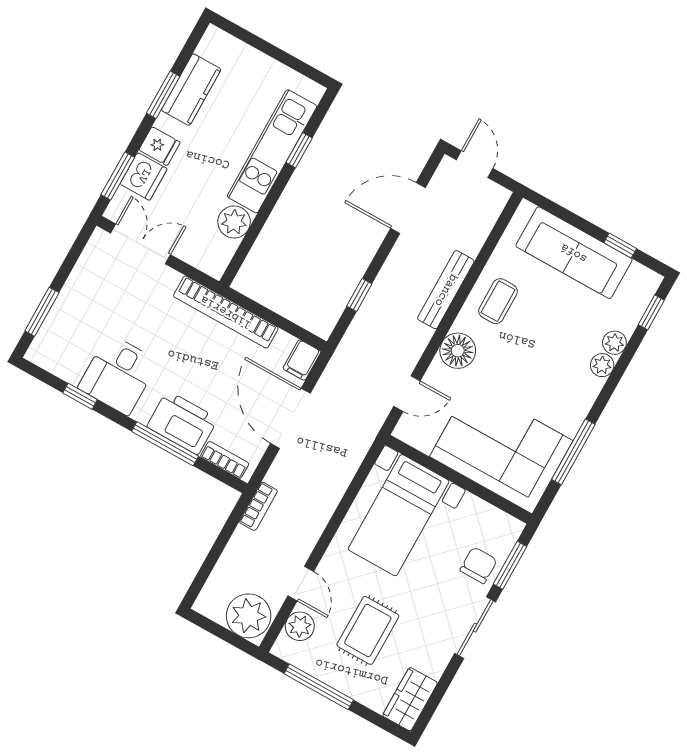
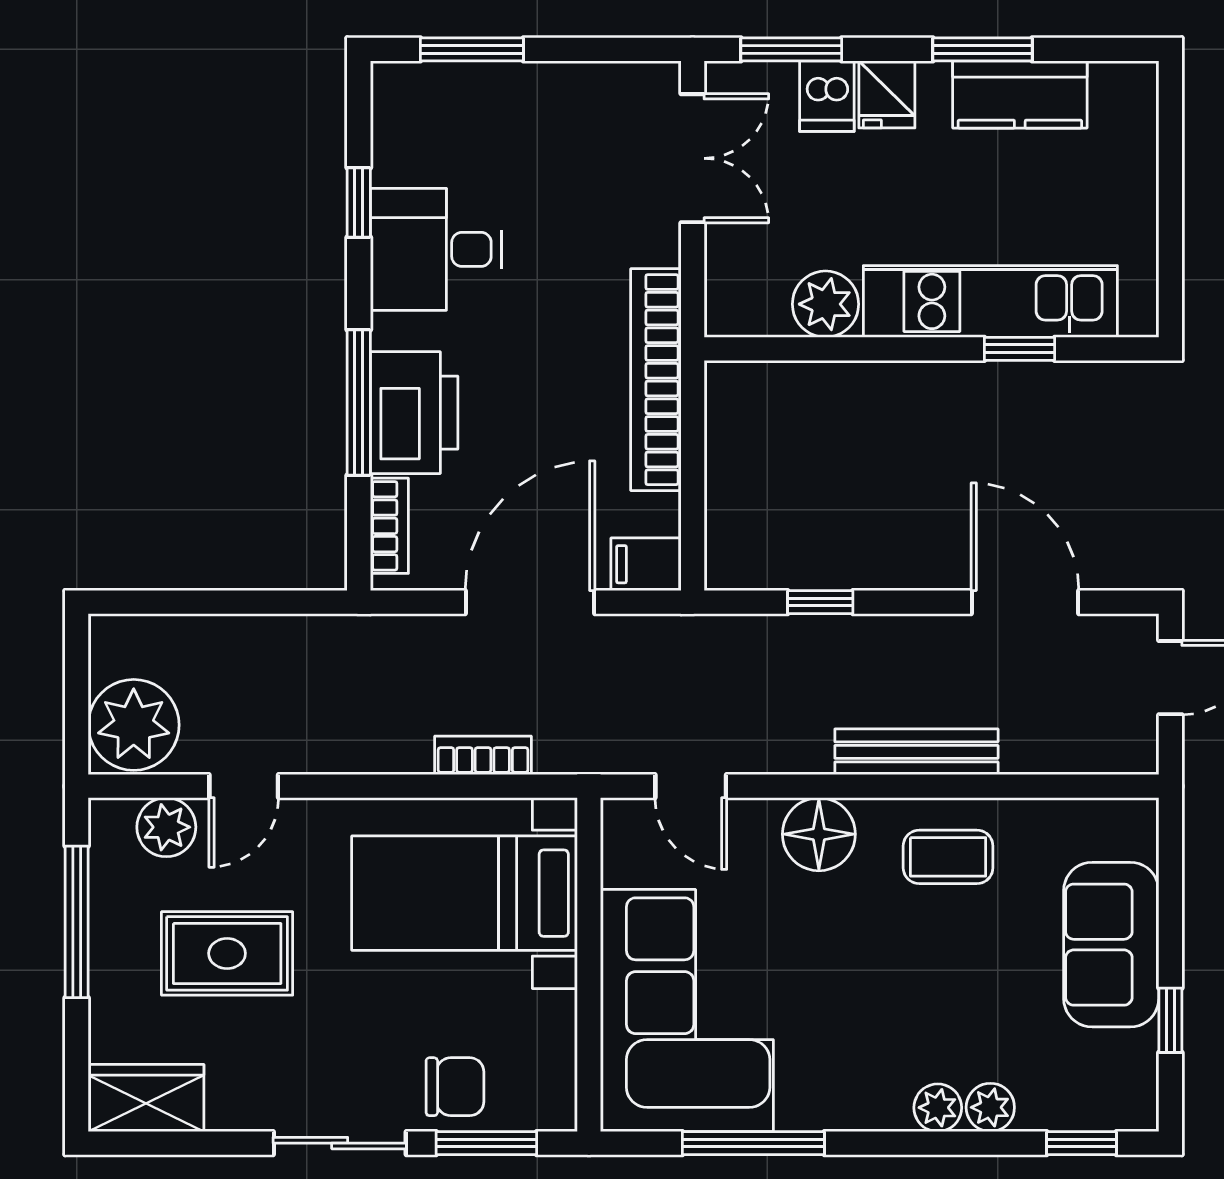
dishwasher: (144, 176) -> (827, 96), width x0.73
sofa: (574, 253) -> (1111, 945), width x0.73
bookcase: (258, 506) -> (483, 755), moved, turned 180

